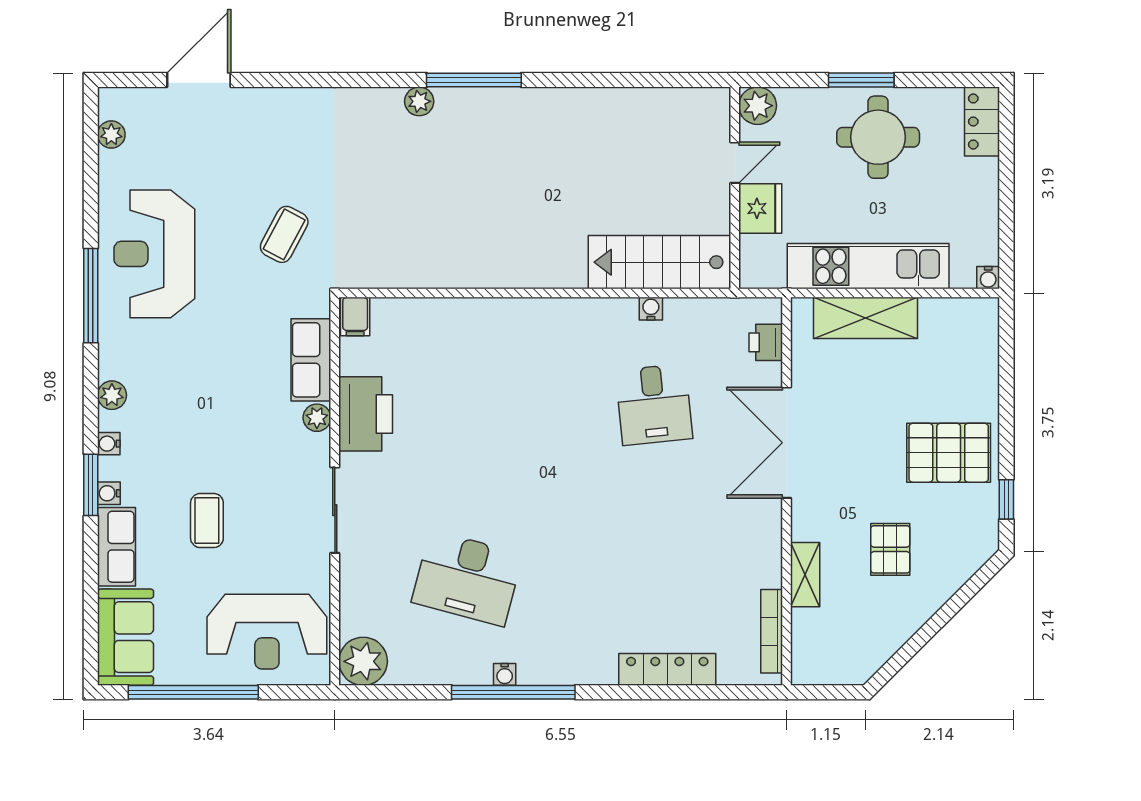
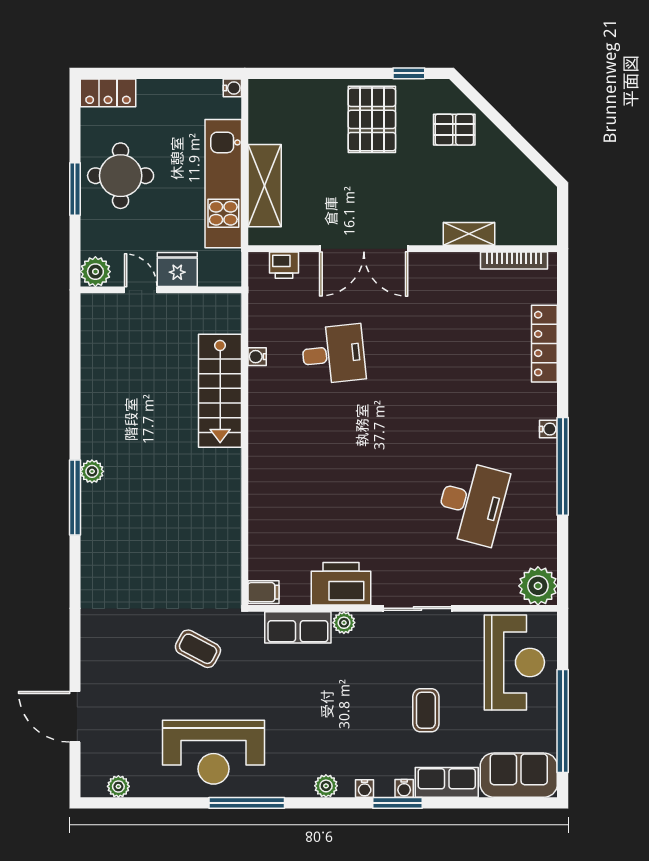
plant: (419, 101) -> (92, 471), moved
stairs: (659, 262) -> (220, 391), moved
coffee table: (207, 521) -> (426, 710), turned 90
pallet: (890, 549) -> (454, 130), moved
water cooler: (505, 674) -> (548, 429), moved

